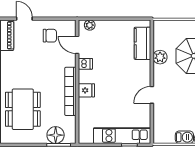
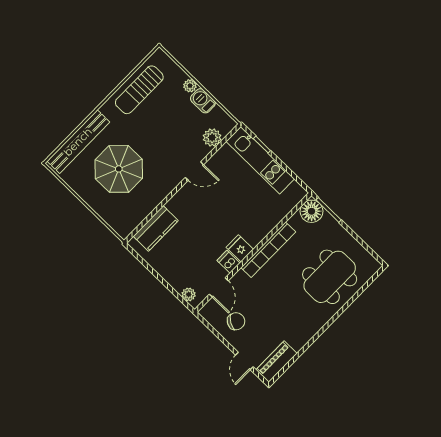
chair: (50, 36) -> (236, 321), turned 121
plant: (160, 57) -> (212, 138), moved
fridge: (86, 90) -> (240, 248), moved
floor lamp: (56, 135) -> (312, 211), moved

